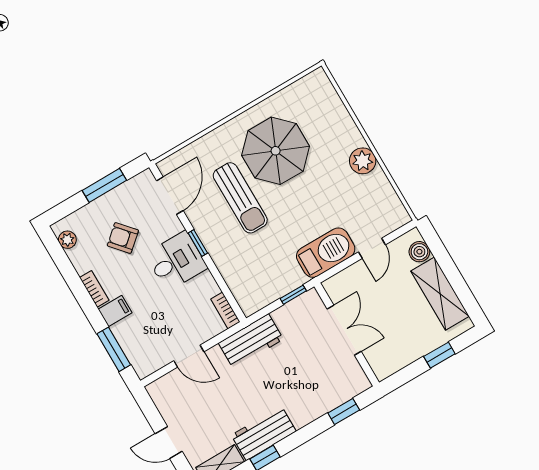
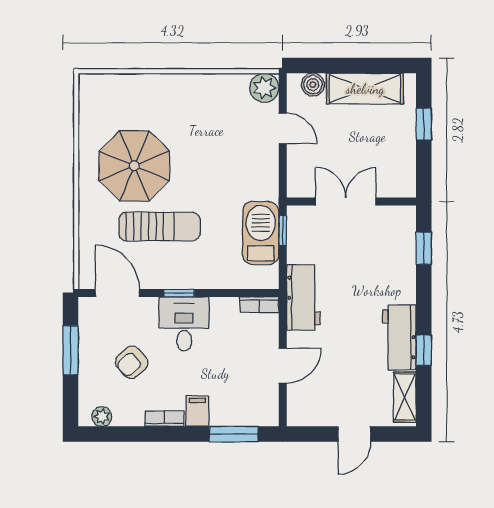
plant: (363, 161) -> (264, 88), moved
barbecue: (326, 253) -> (261, 233), moved

